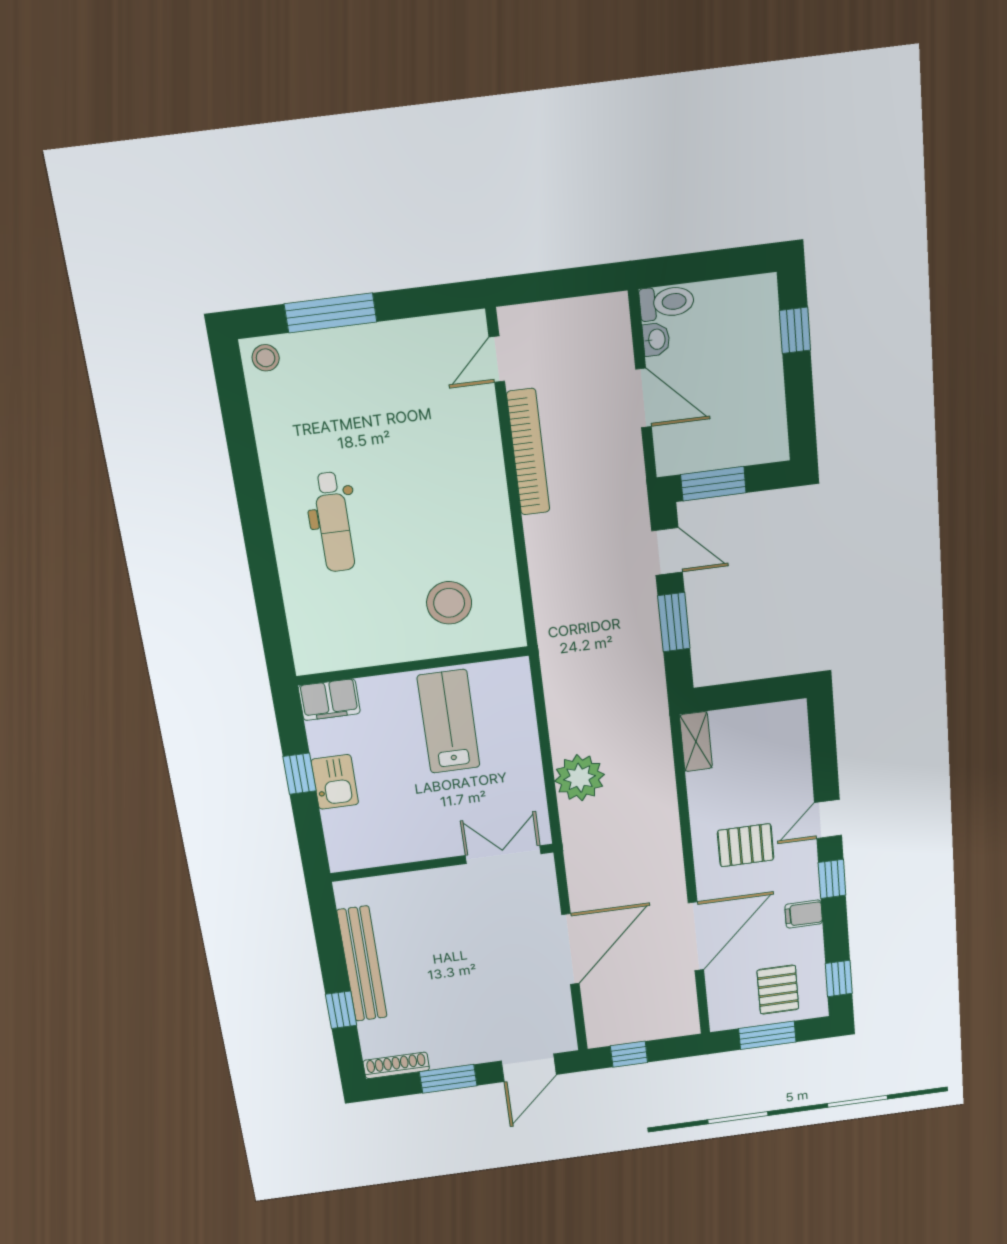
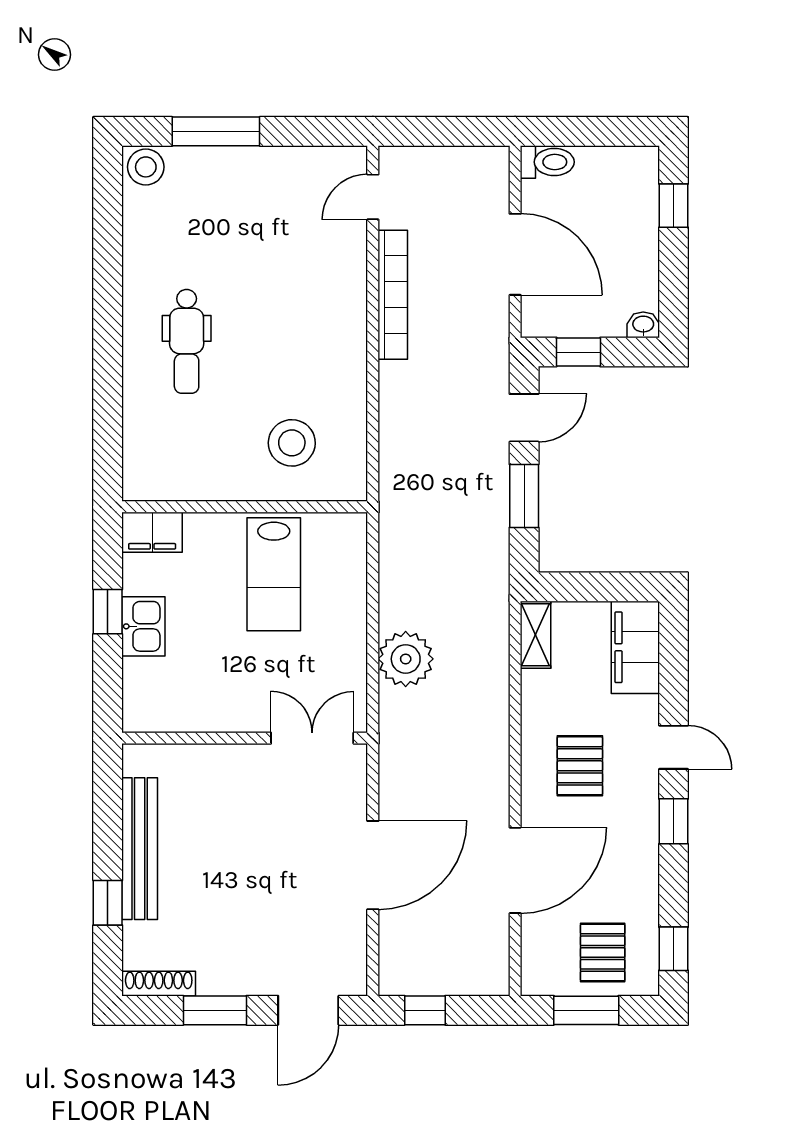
washbasin: (656, 339) -> (643, 325), moved, turned -90
stool: (266, 358) -> (146, 167), width x1.37, depth x1.37
door: (644, 398) -> (515, 254), width x1.36
window: (713, 484) -> (578, 352), width x0.67
door: (667, 551) -> (524, 418), hinge flipped
lab bench: (449, 721) -> (274, 574), turned 180
door: (828, 819) -> (673, 747), swing flipped
pallet: (746, 845) -> (580, 766), turned 90
filing cabinet: (804, 914) -> (635, 647), moved, width x3.00, depth x1.17

